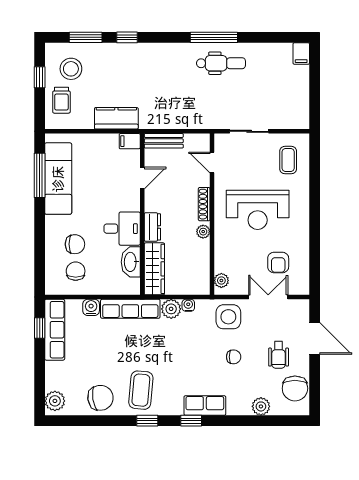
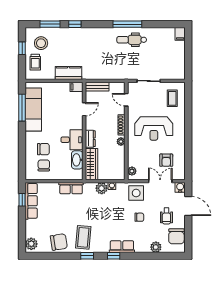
dental chair: (221, 63) -> (132, 40), turned 180
water cooler: (91, 307) -> (180, 187), moved
row of seats: (130, 309) -> (71, 188), width x0.68

